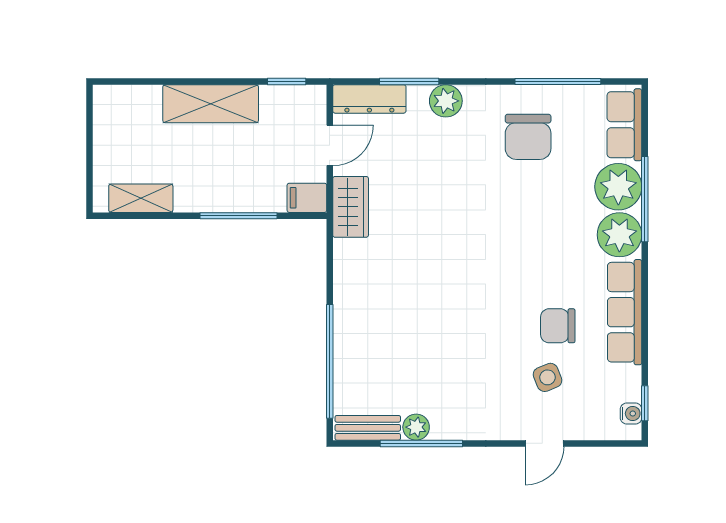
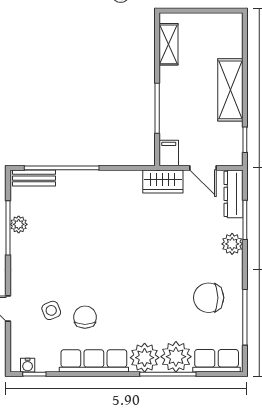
bench: (368, 428) -> (34, 178), moved, turned 90

